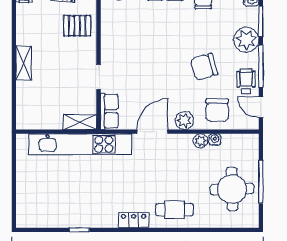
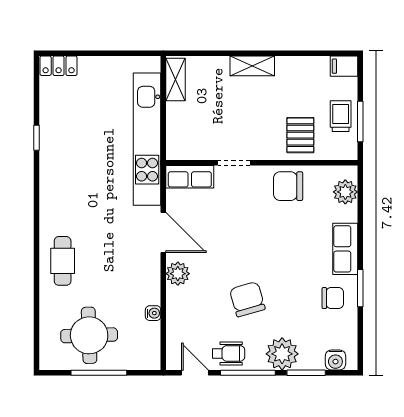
door: (261, 107) -> (195, 373), hinge flipped
chair: (217, 110) -> (288, 186), moved
shelving: (80, 122) -> (176, 79), moved
plant: (200, 141) -> (152, 295), removed
locker: (134, 220) -> (59, 66), moved, turned 90

